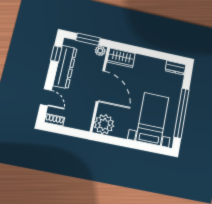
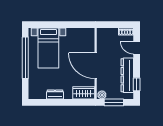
dresser: (176, 68) -> (55, 95), moved
plant: (104, 124) -> (87, 36), removed

